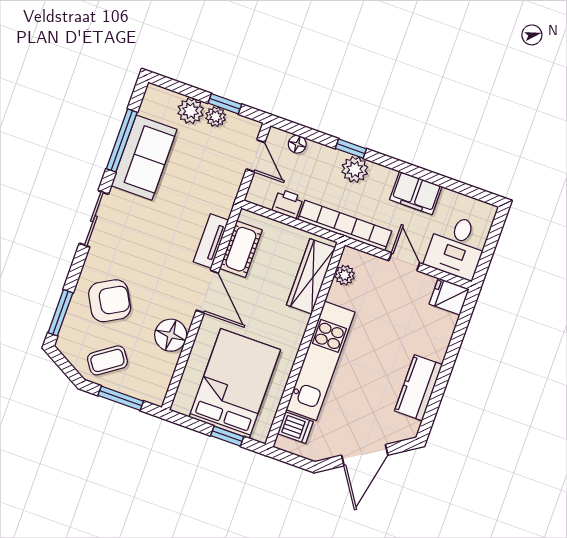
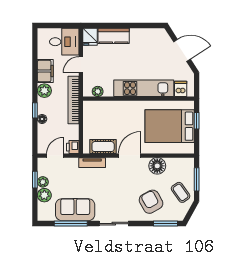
floor lamp: (297, 144) -> (42, 119), moved
plant: (355, 169) -> (44, 91), moved
printer: (288, 204) -> (73, 147), moved
tv unit: (211, 241) -> (92, 163), moved
wardrobe: (311, 276) -> (104, 108), removed
kitchen counter: (418, 388) -> (114, 36), moved

